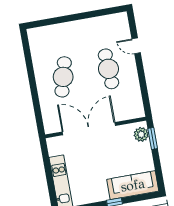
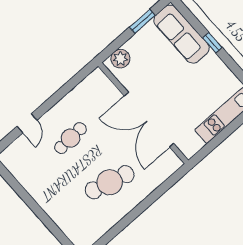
cafe table: (109, 69) -> (71, 138), width x0.73, depth x0.74
window: (153, 138) -> (142, 21), moved

